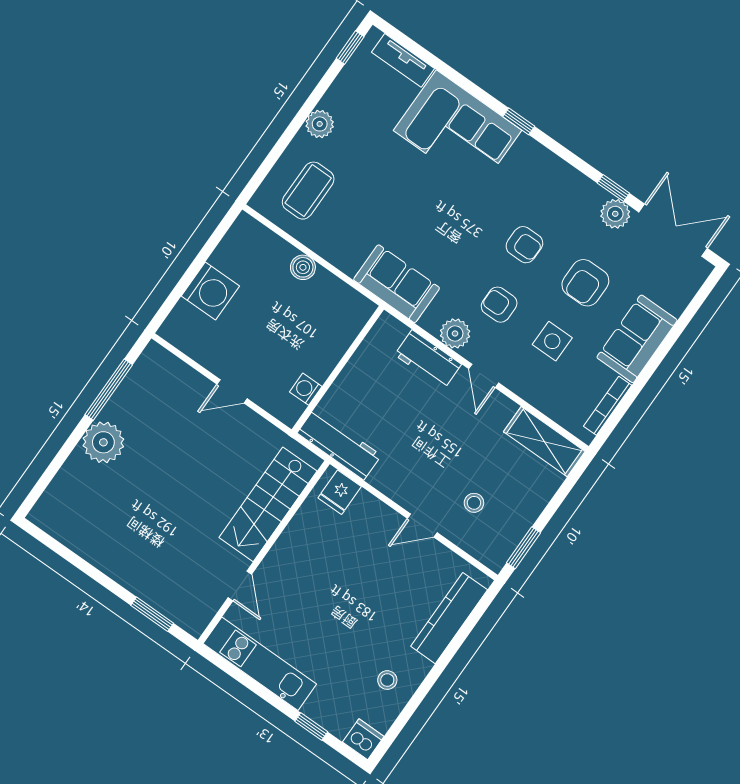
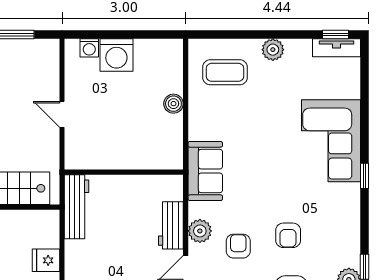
tv unit: (403, 60) -> (337, 48), moved, turned -90
washing machine: (306, 389) -> (89, 48), moved, turned 180
fridge: (340, 492) -> (46, 260), moved

